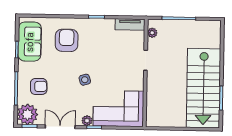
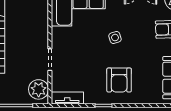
plant: (152, 33) -> (39, 89), width x1.88, depth x1.88
armchair: (67, 40) -> (119, 80), moved

